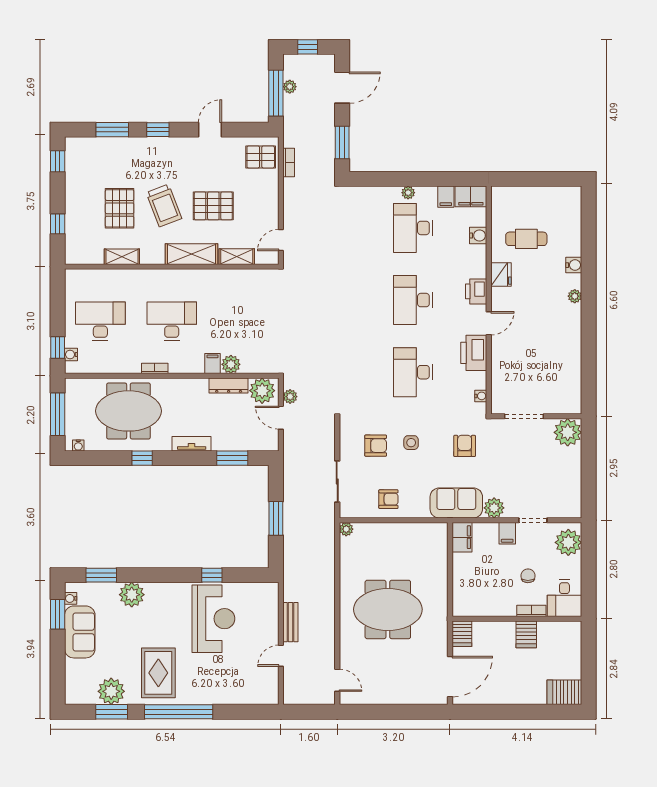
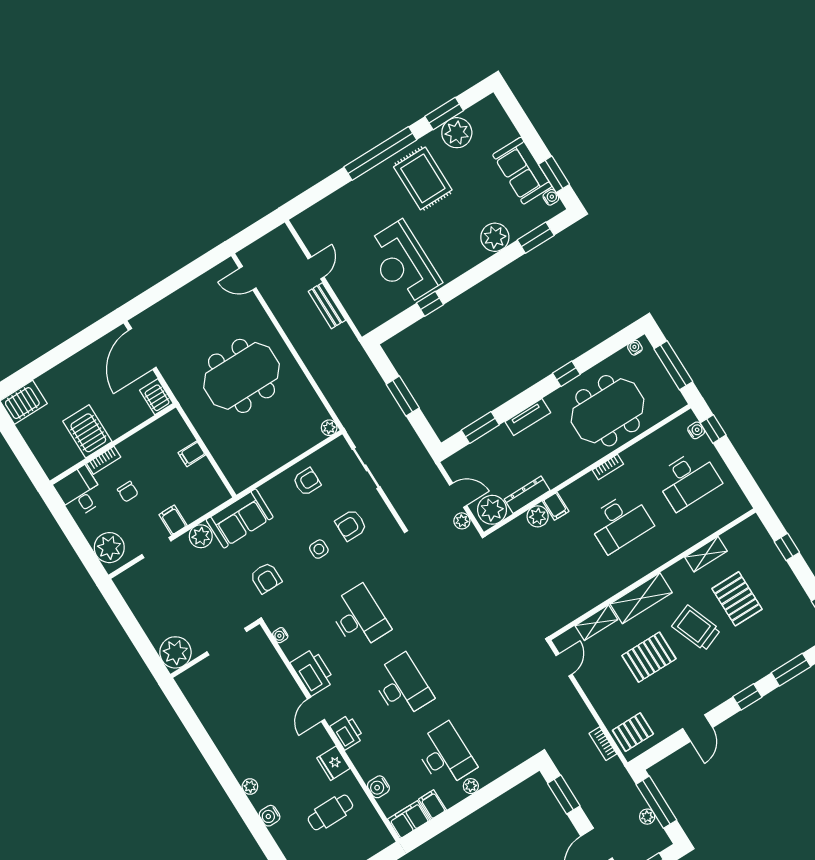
armchair: (388, 499) -> (307, 482), turned 180
filing cabinet: (462, 537) -> (192, 454), moved, width x0.50
server rack: (526, 634) -> (87, 431), width x1.36, depth x1.44

